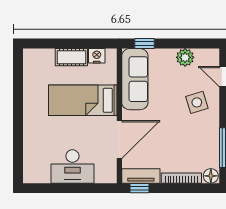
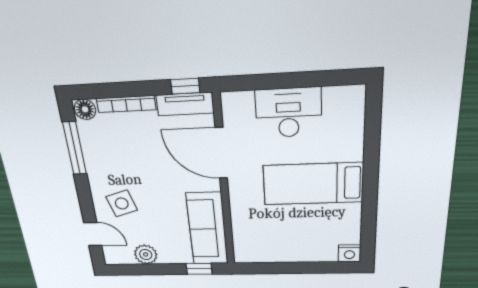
nightstand: (97, 56) -> (349, 253), moved
cot: (71, 57) -> (294, 253), removed
bed: (83, 100) -> (313, 184), moved, turned 180
door: (119, 139) -> (221, 153), hinge flipped

